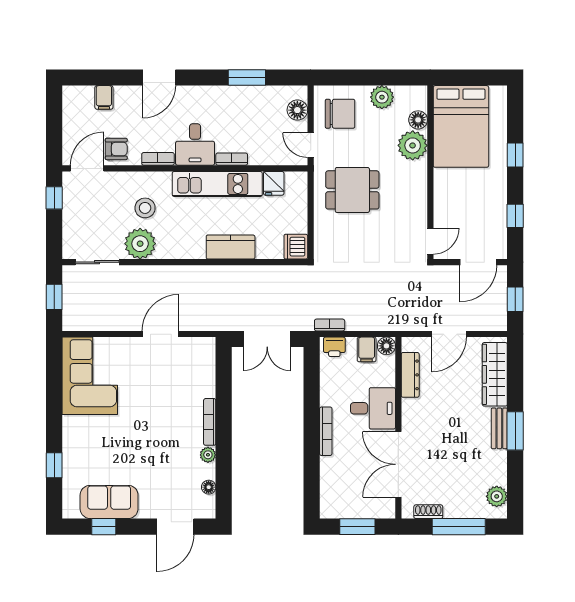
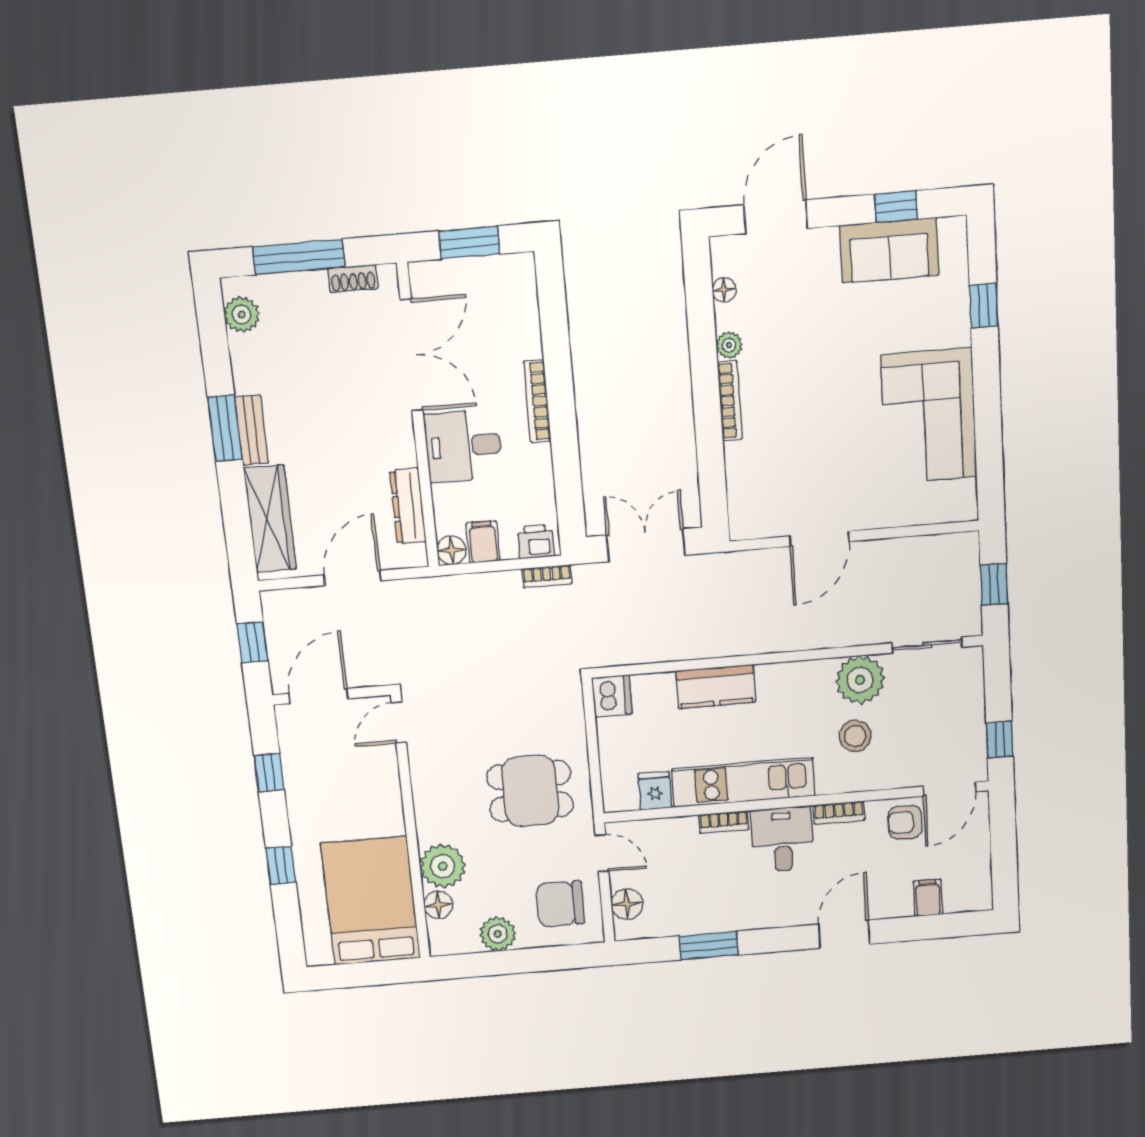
corner sofa: (90, 376) -> (929, 416), moved

